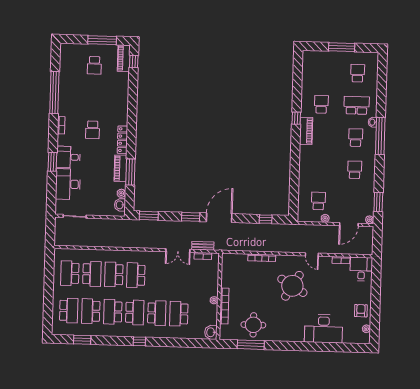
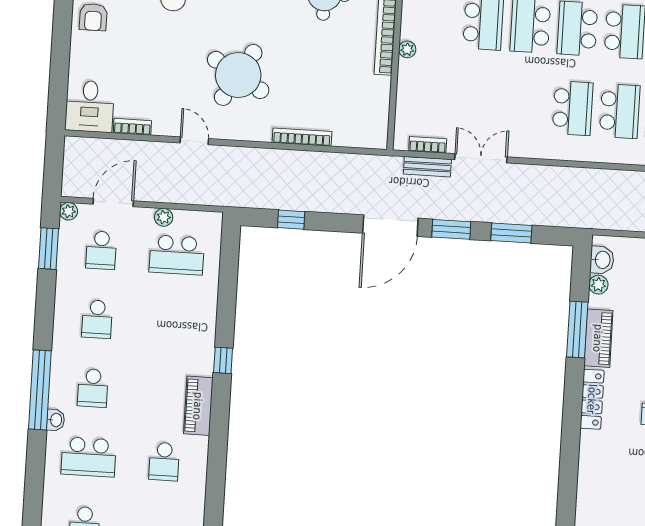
window: (296, 118) -> (223, 360), moved
school desk: (318, 201) -> (177, 255), width x1.85
school desk: (354, 202) -> (101, 250), added
window: (149, 216) -> (511, 233), moved

